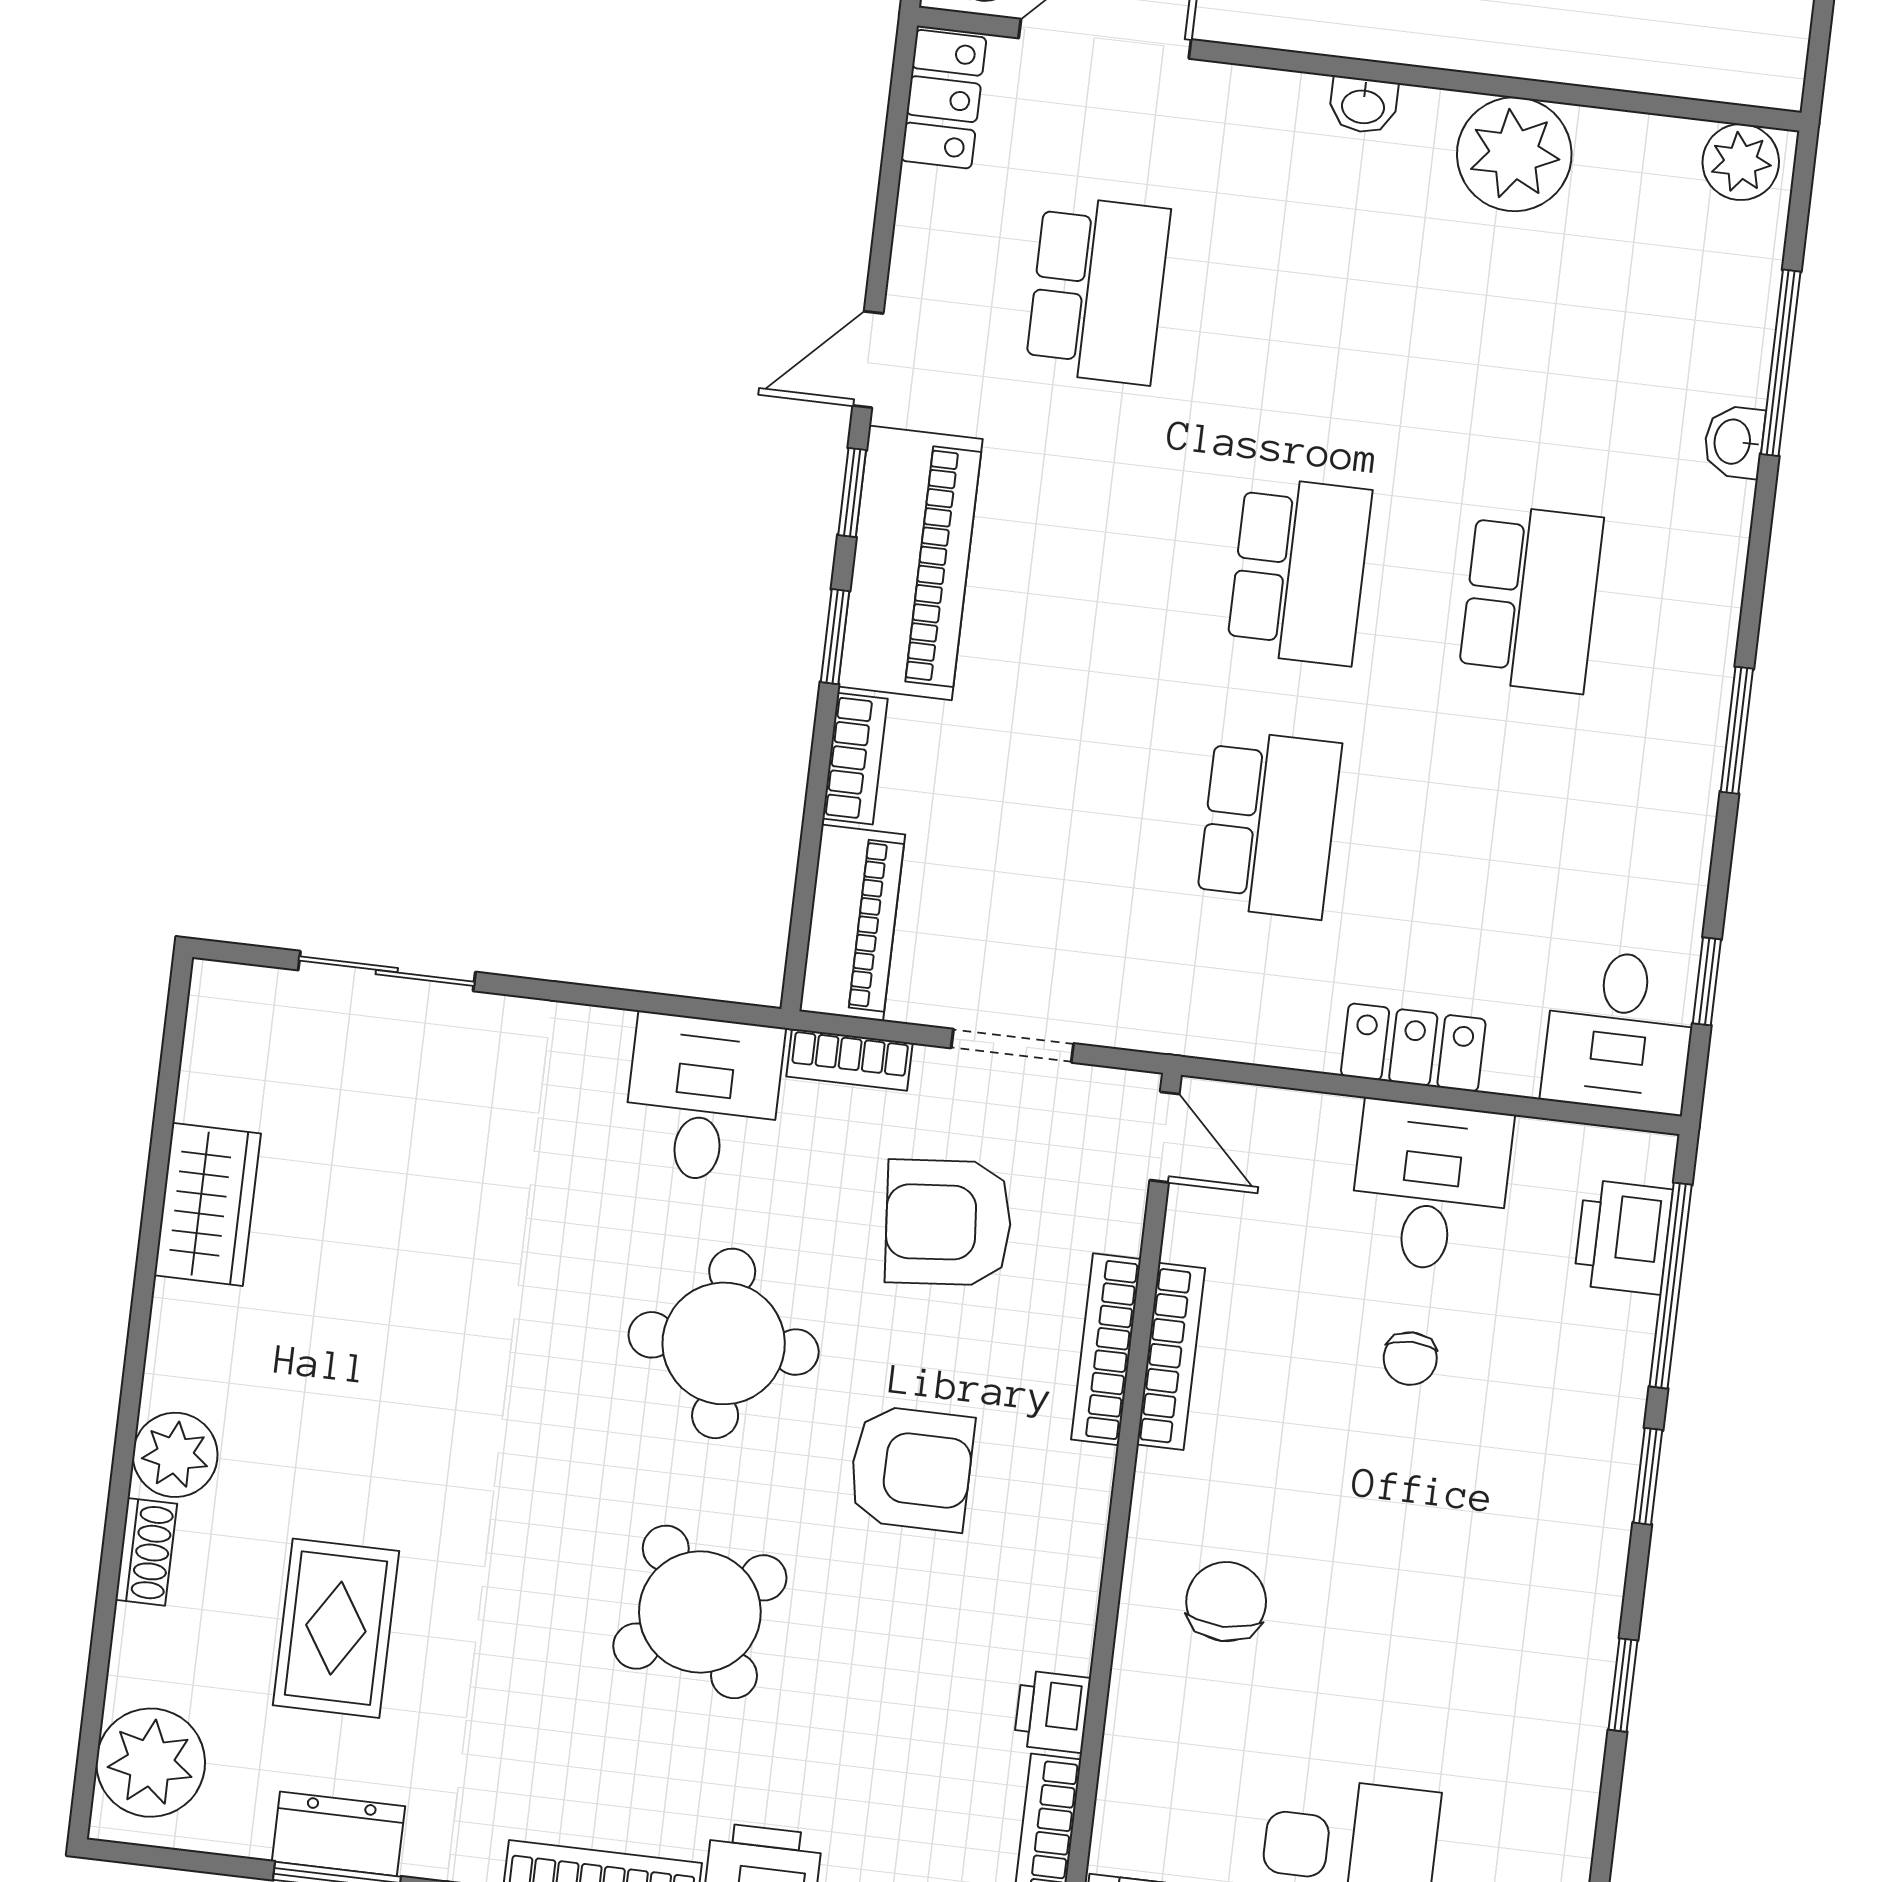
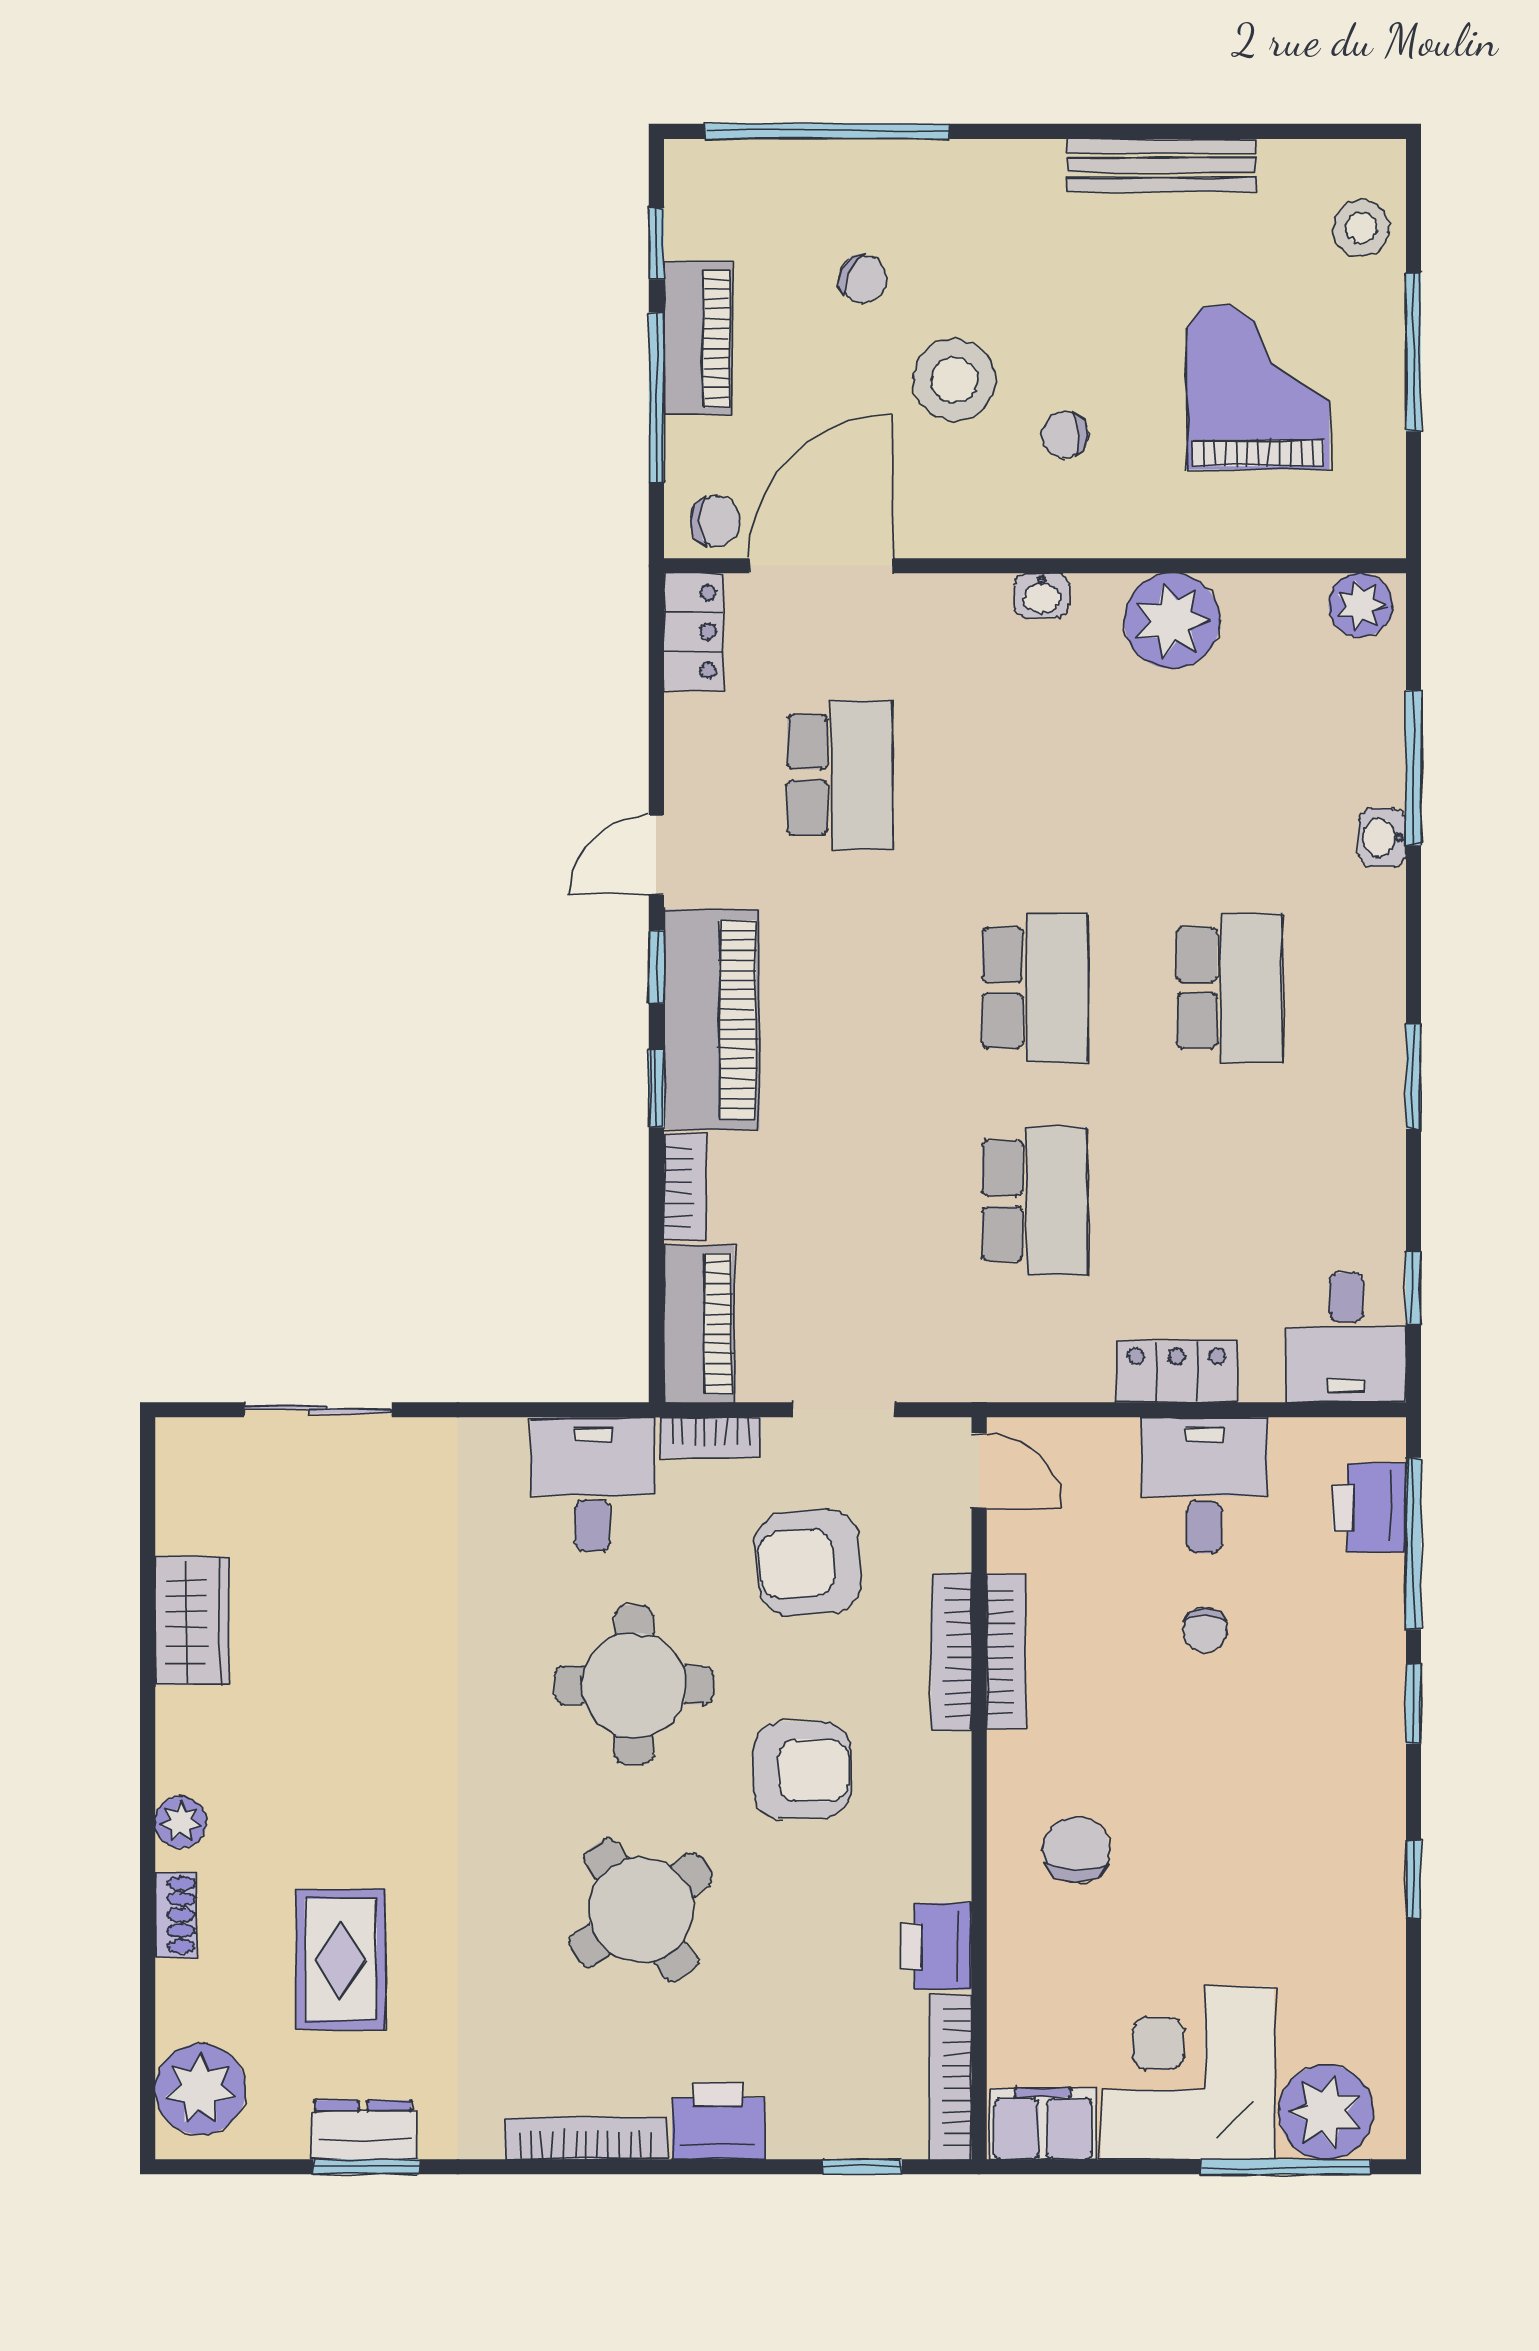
plant: (175, 1455) -> (181, 1822), width x0.73, depth x0.73
printer: (1052, 1712) -> (936, 1946), width x1.36, depth x1.24

